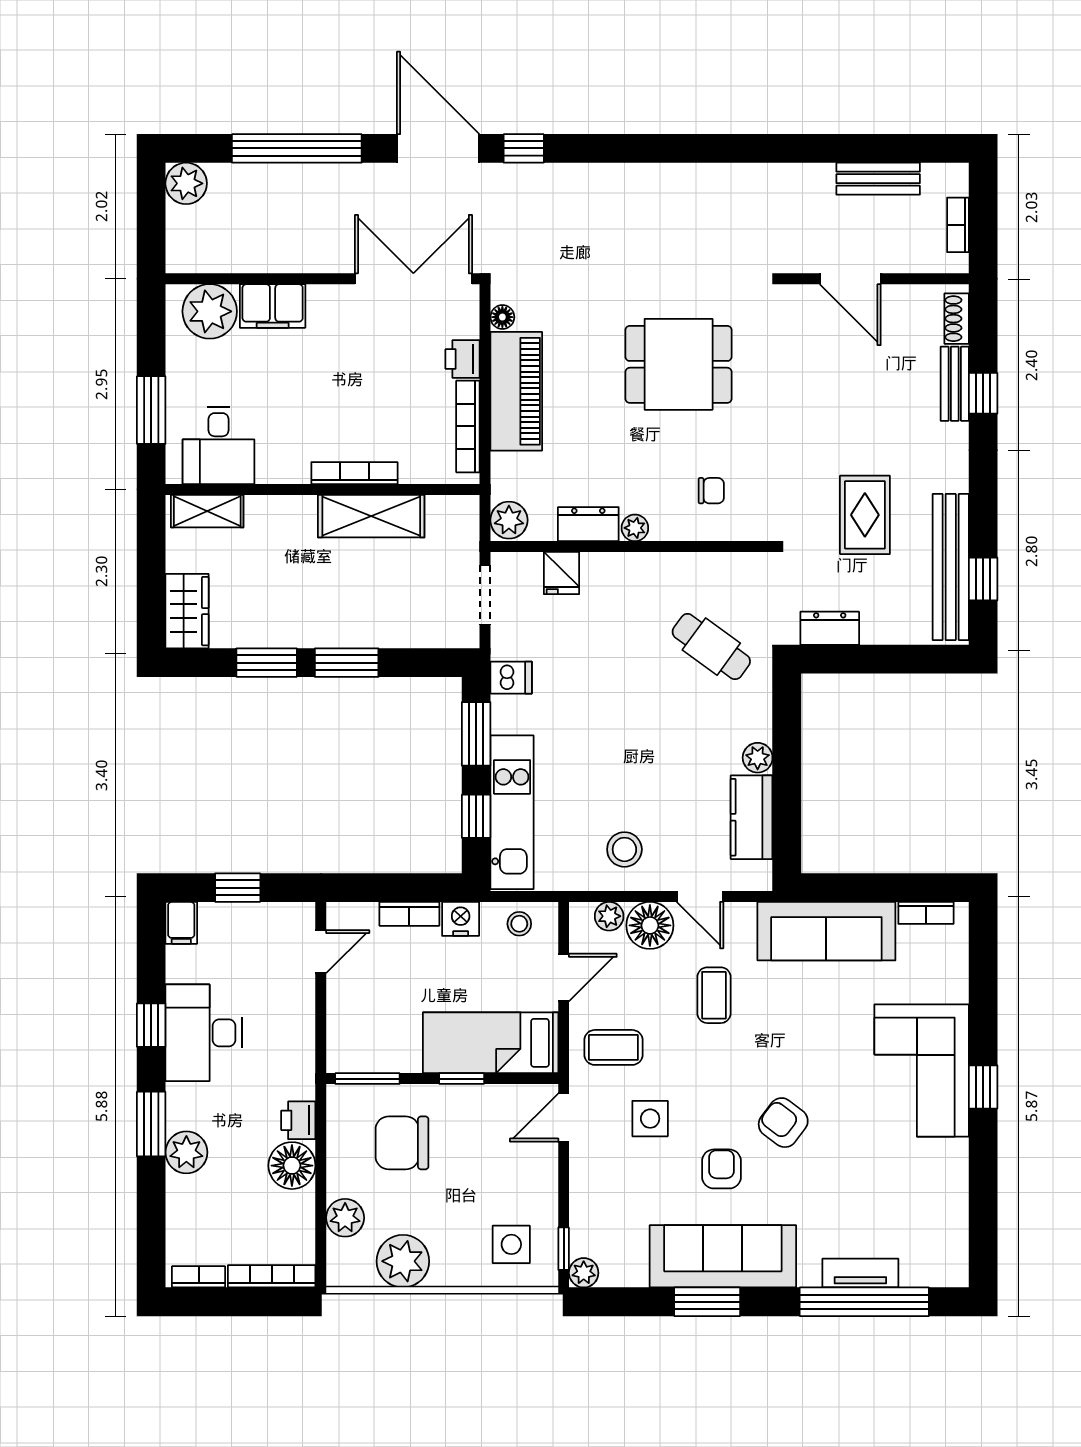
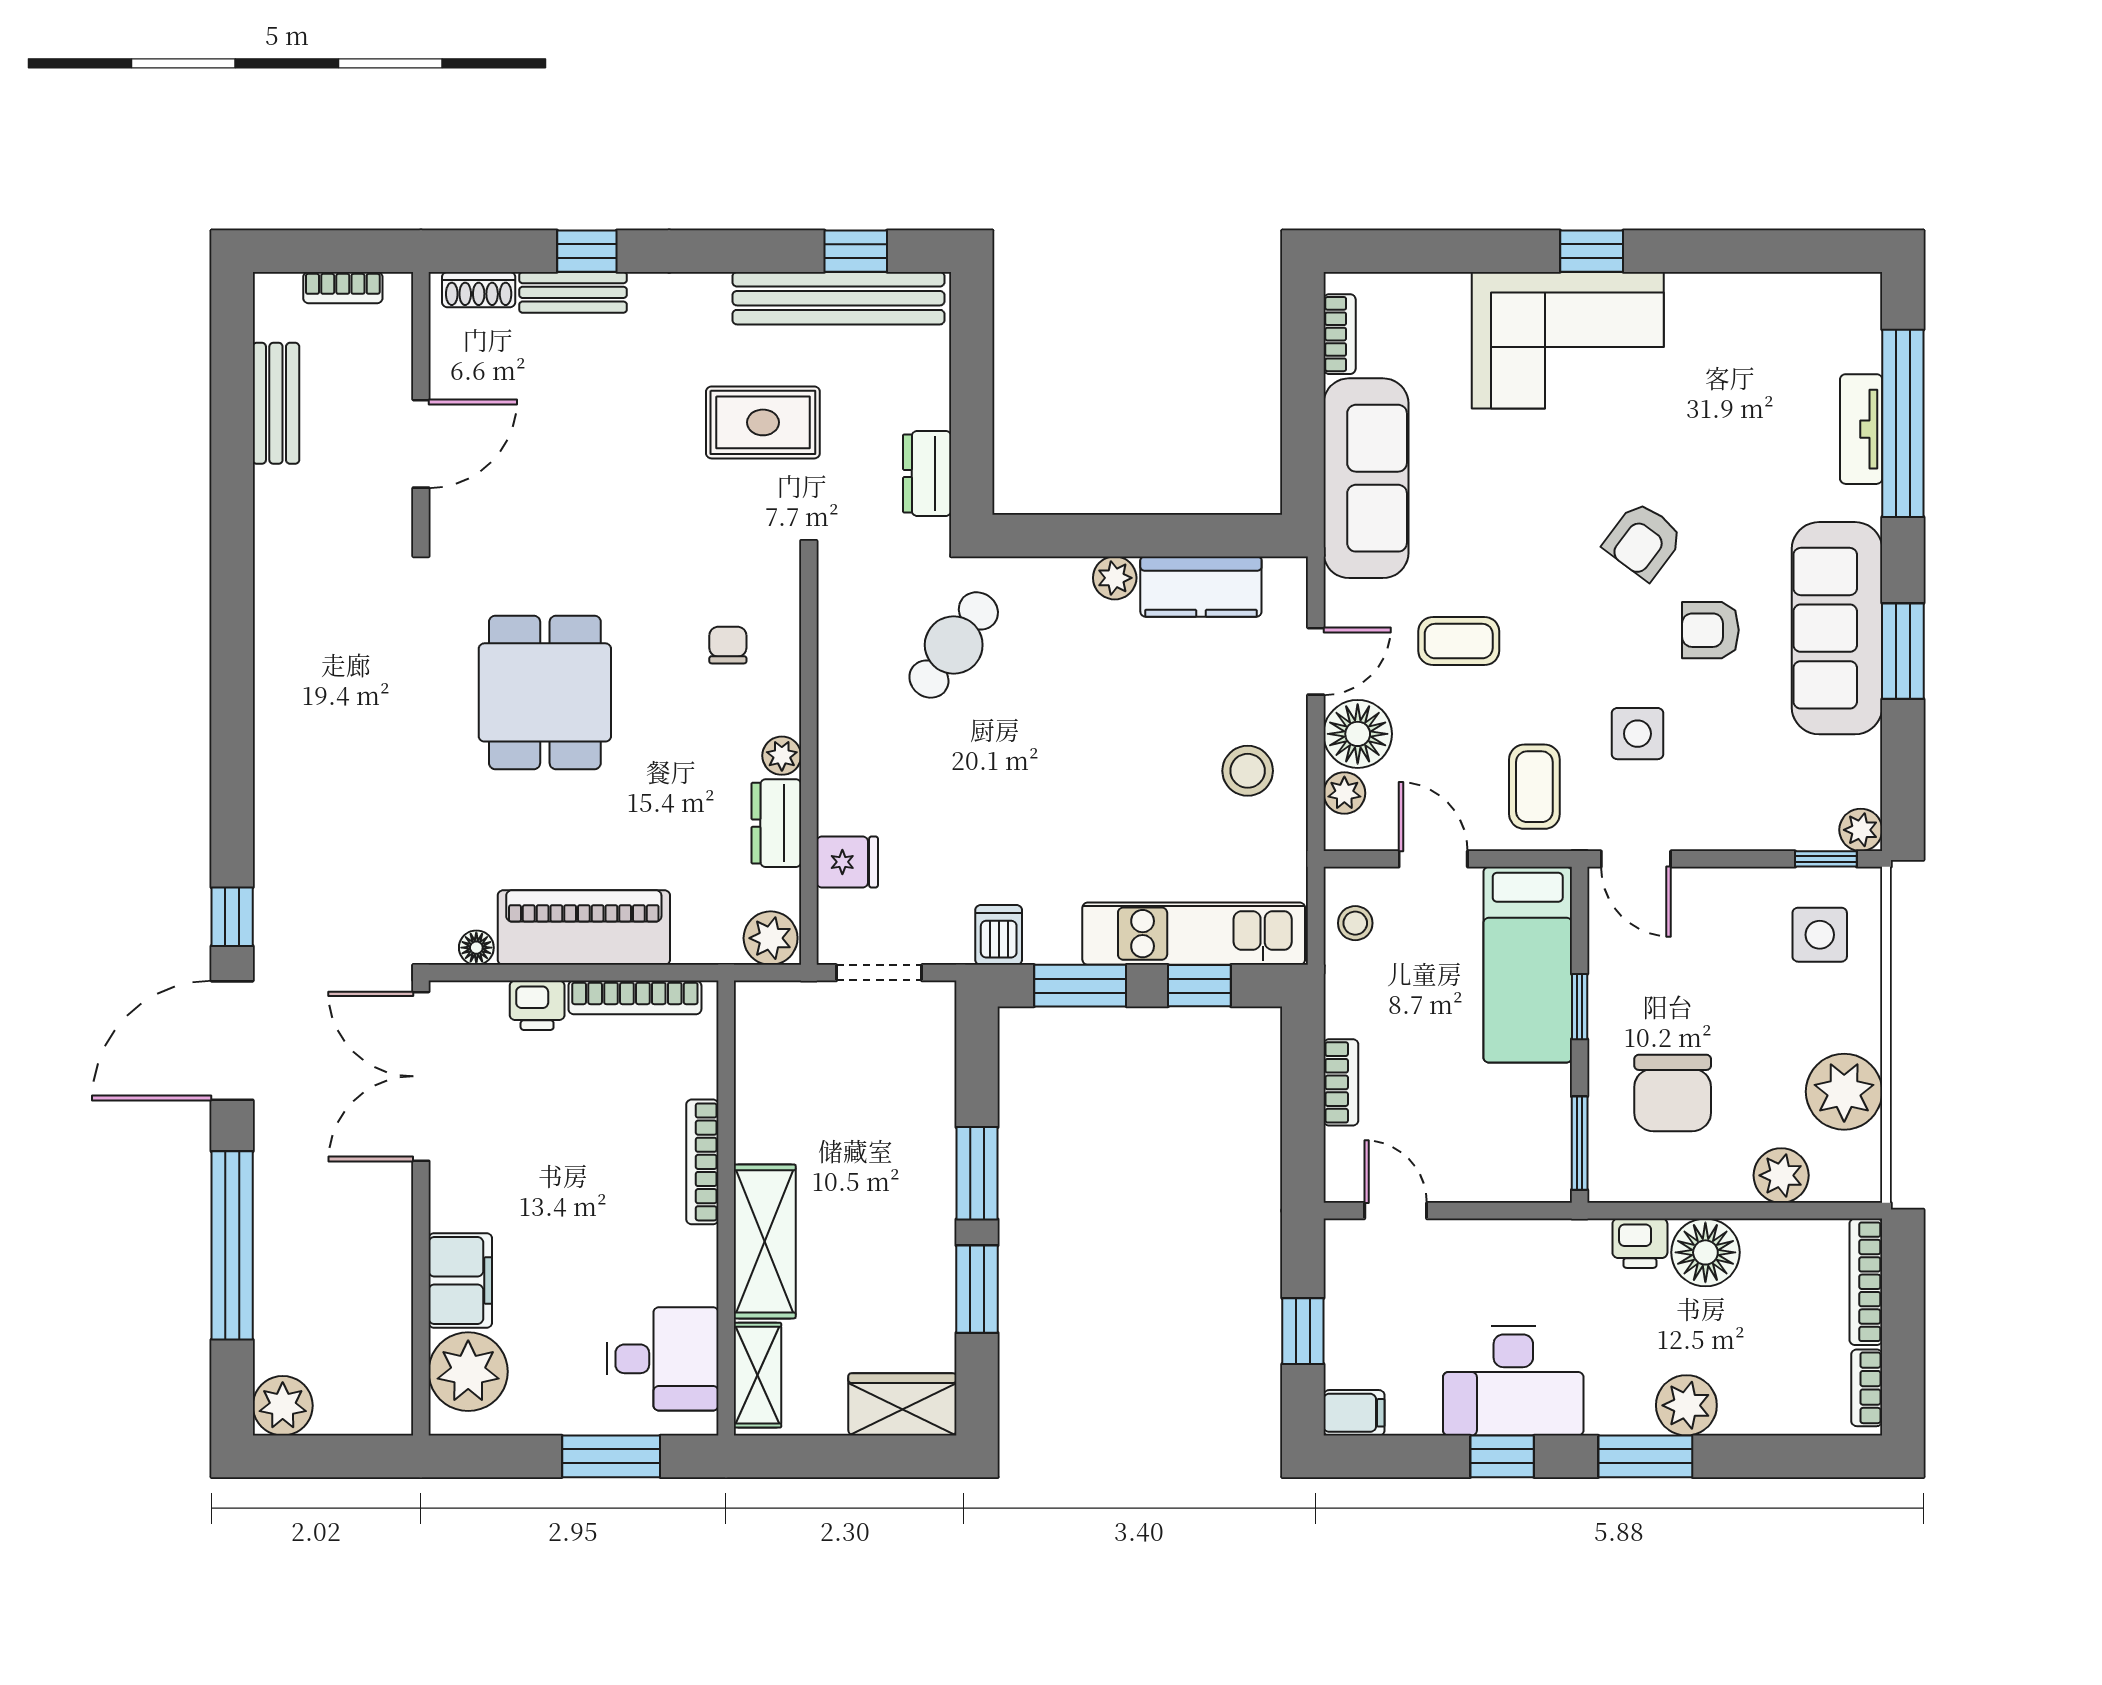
shelving: (371, 516) -> (765, 1241), moved
nightstand: (461, 919) -> (1348, 1008), removed

